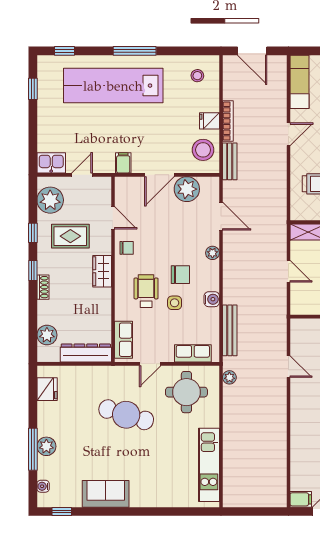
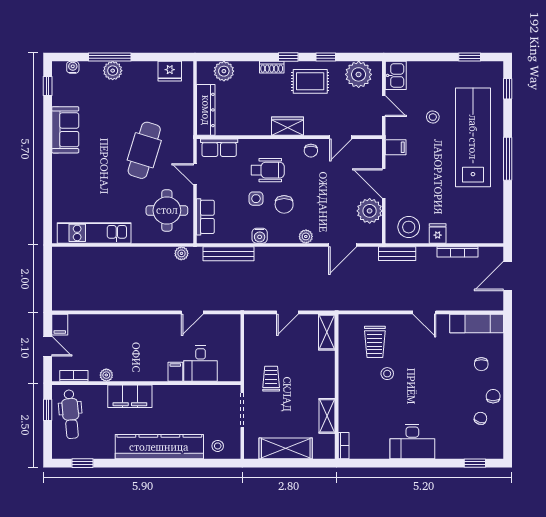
stool: (197, 76) -> (433, 117), moved
bookcase: (228, 121) -> (458, 252), moved
rug: (70, 236) -> (310, 81), moved, turned 90

